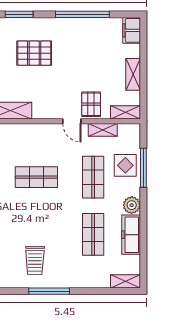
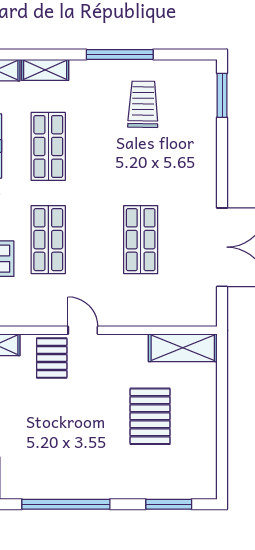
pallet: (34, 53) -> (150, 416), moved, turned 90
shelving: (103, 130) -> (45, 70), moved
shop shelf: (36, 177) -> (141, 240), turned 90

